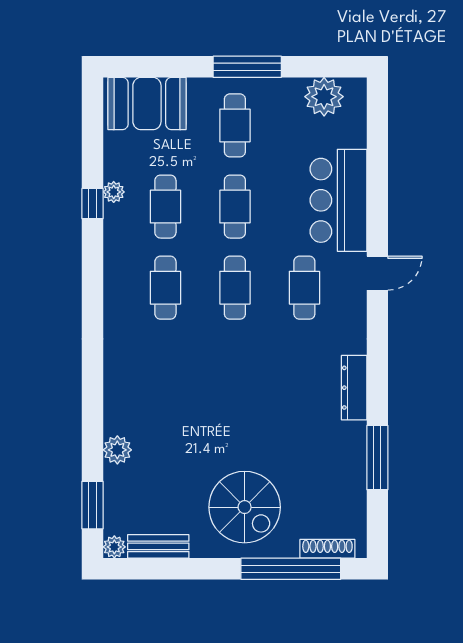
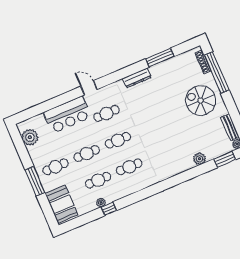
window: (247, 67) -> (35, 181), moved
spiral stairs: (245, 507) -> (201, 101), turned -90

